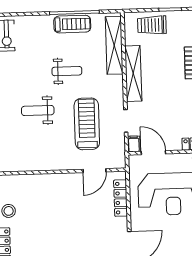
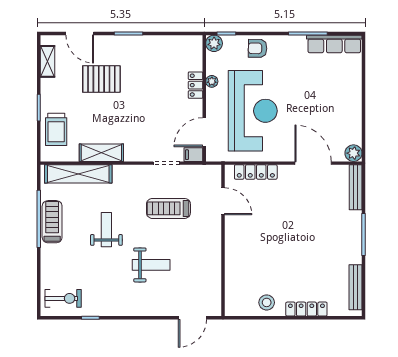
shelving: (133, 74) -> (101, 153), width x0.68
weight bench: (38, 111) -> (151, 265), turned -90
treadmill: (87, 124) -> (168, 208), width x0.73, depth x0.73

